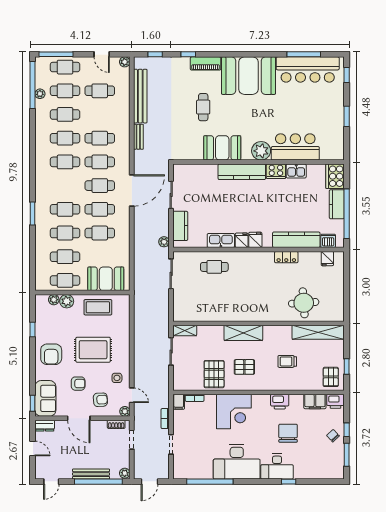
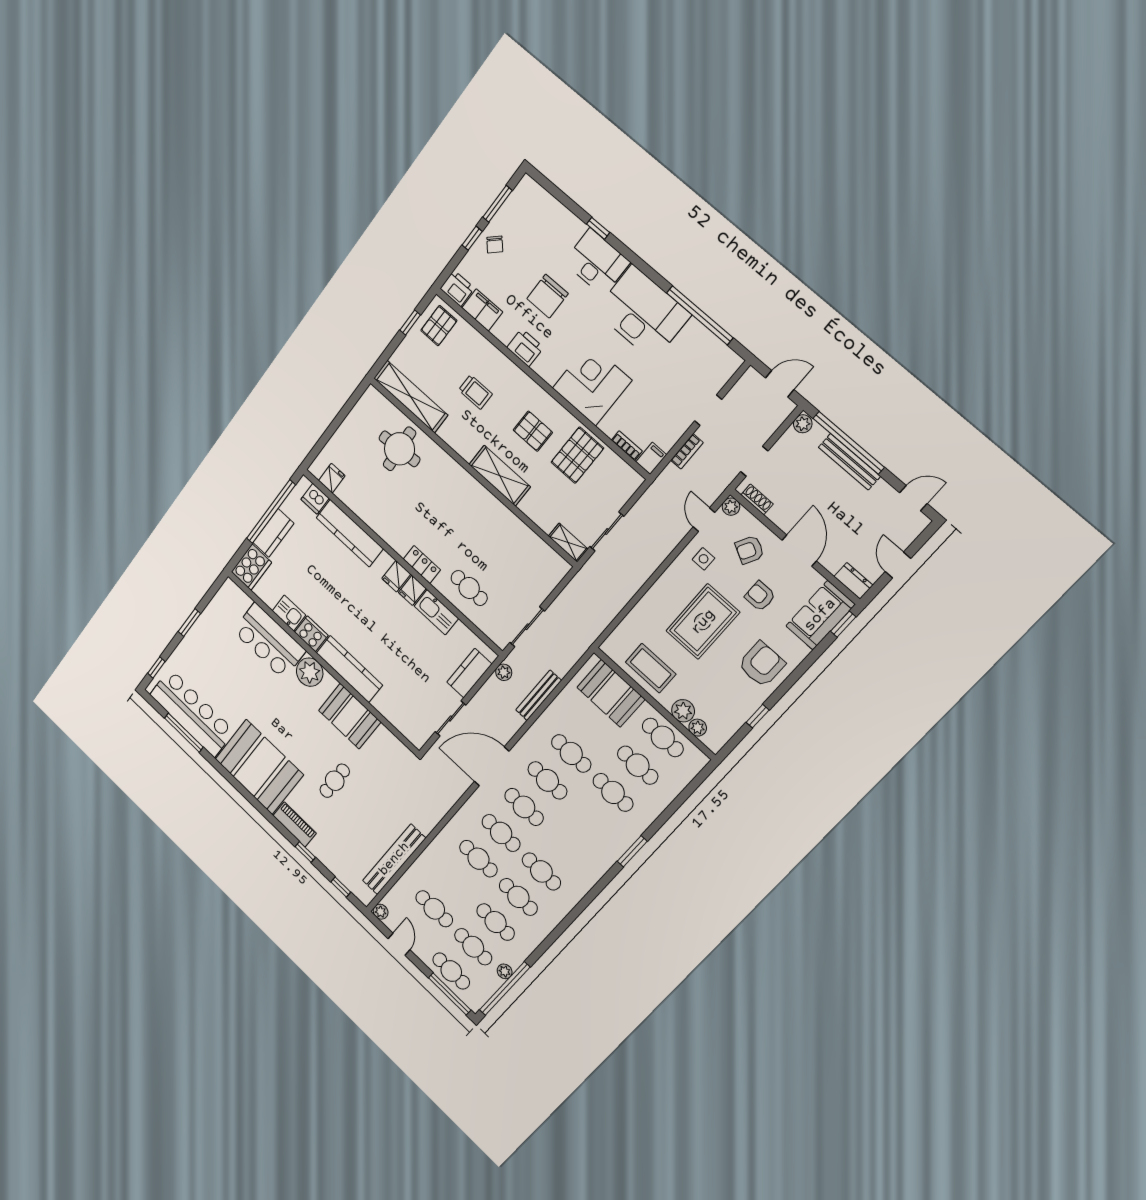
bench: (138, 137) -> (539, 695), moved, width x1.36
cafe table: (65, 209) -> (589, 819), removed
locker: (286, 257) -> (422, 564), moved
rug: (93, 350) -> (703, 622), turned 90
armchair: (100, 400) -> (750, 550), turned -58

